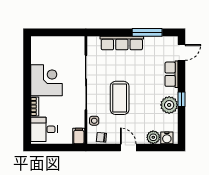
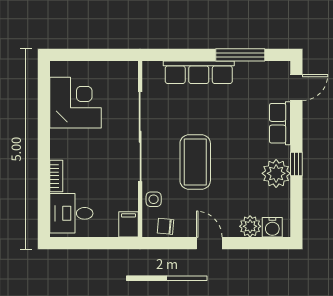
corner desk: (46, 80) -> (76, 103), moved

